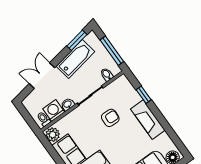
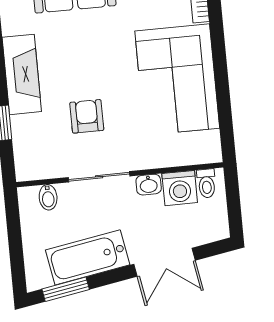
window: (112, 51) -> (14, 234), removed
armchair: (110, 118) -> (87, 116), turned 87
plant: (53, 135) -> (207, 146), removed

